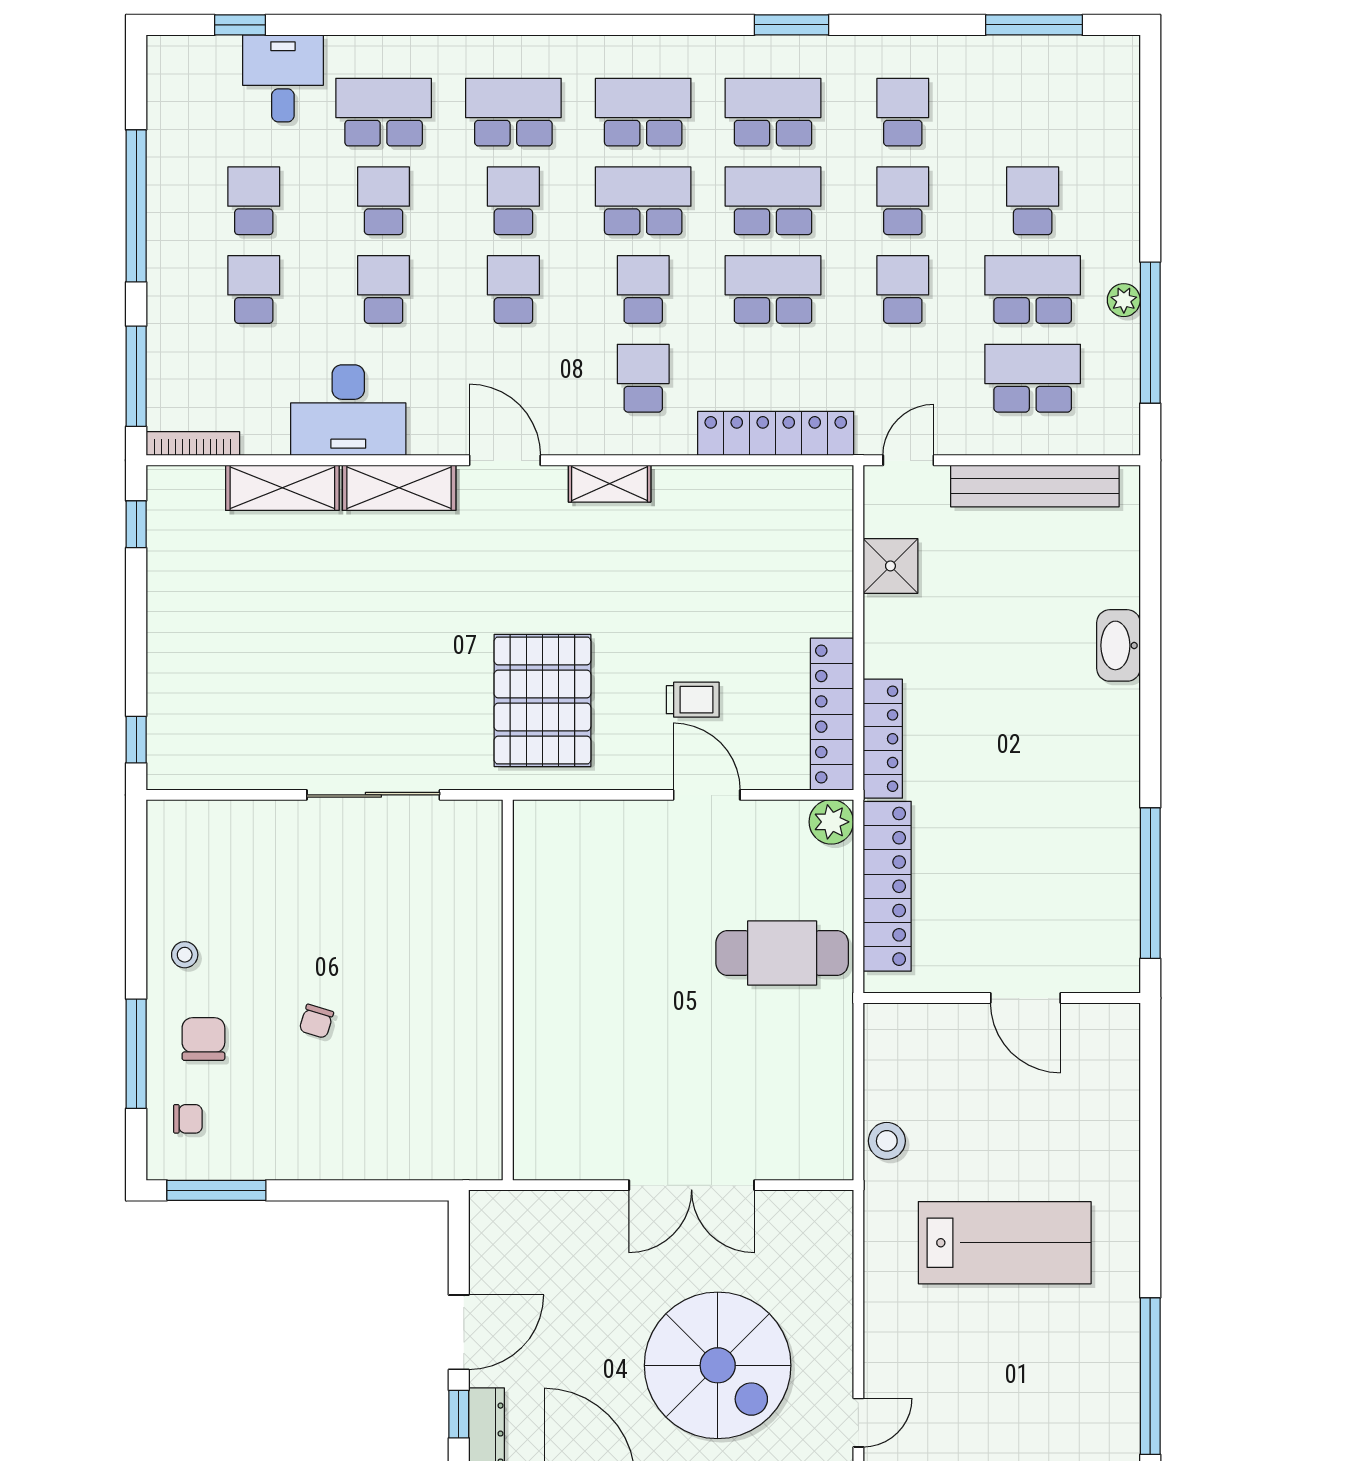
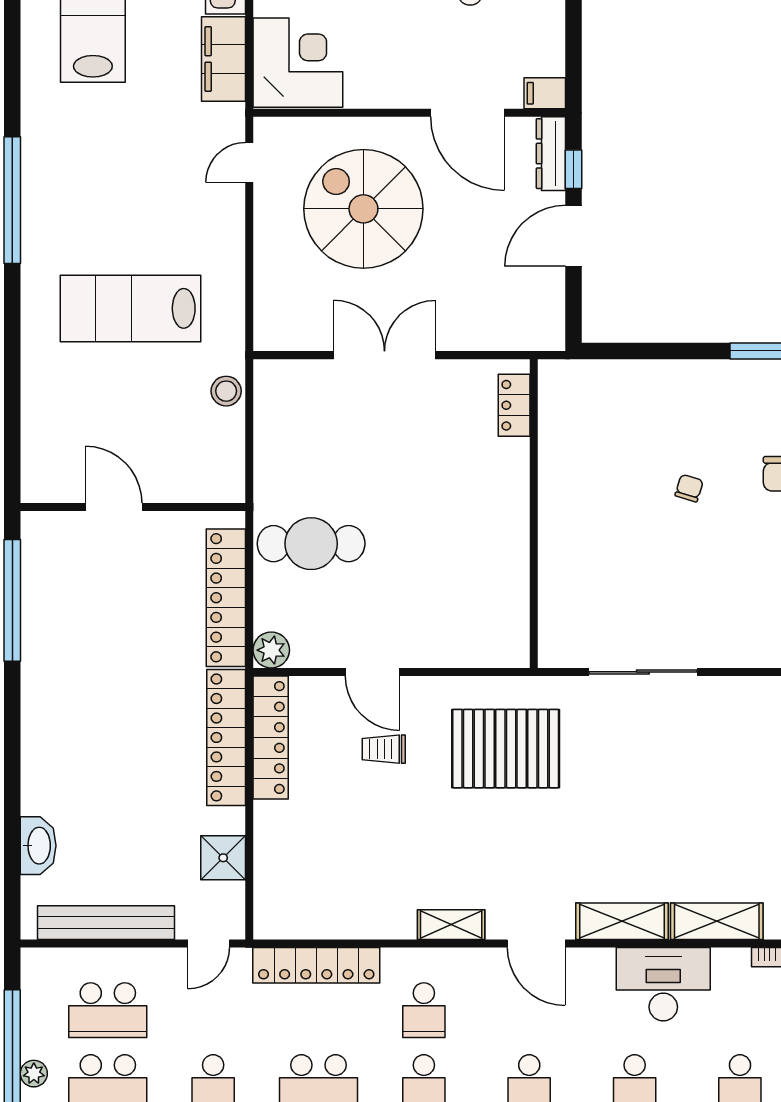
washbasin: (1118, 645) -> (38, 846), moved
pallet: (542, 700) -> (506, 749), turned 90
locker: (883, 739) -> (226, 737), width x1.41, depth x1.21
locker: (532, 1123) -> (514, 405), added

